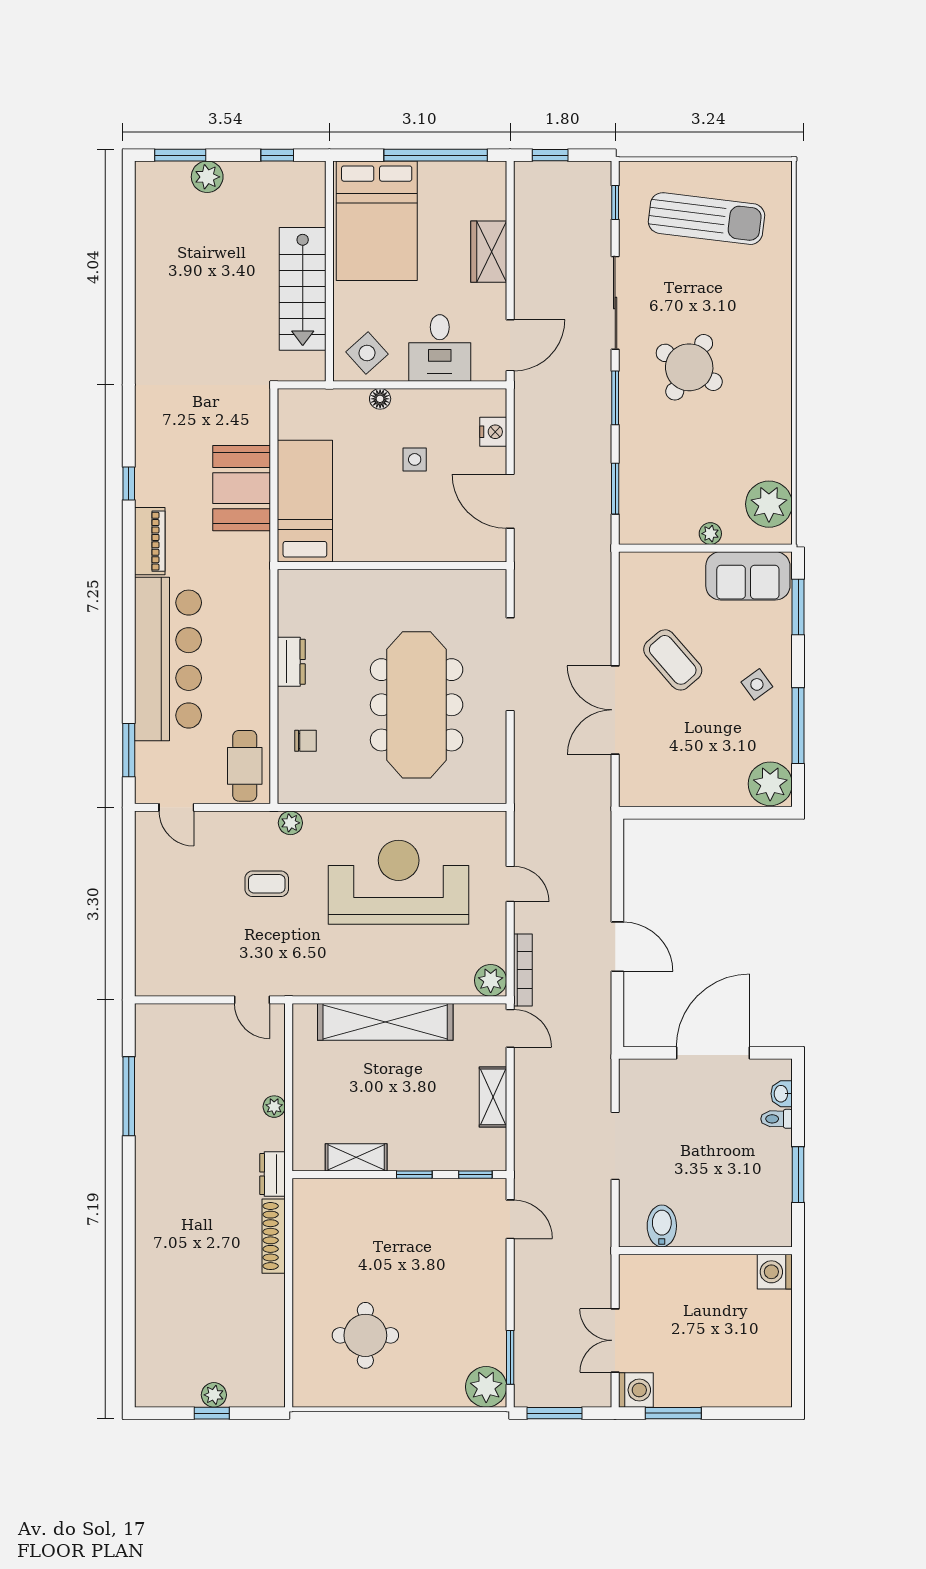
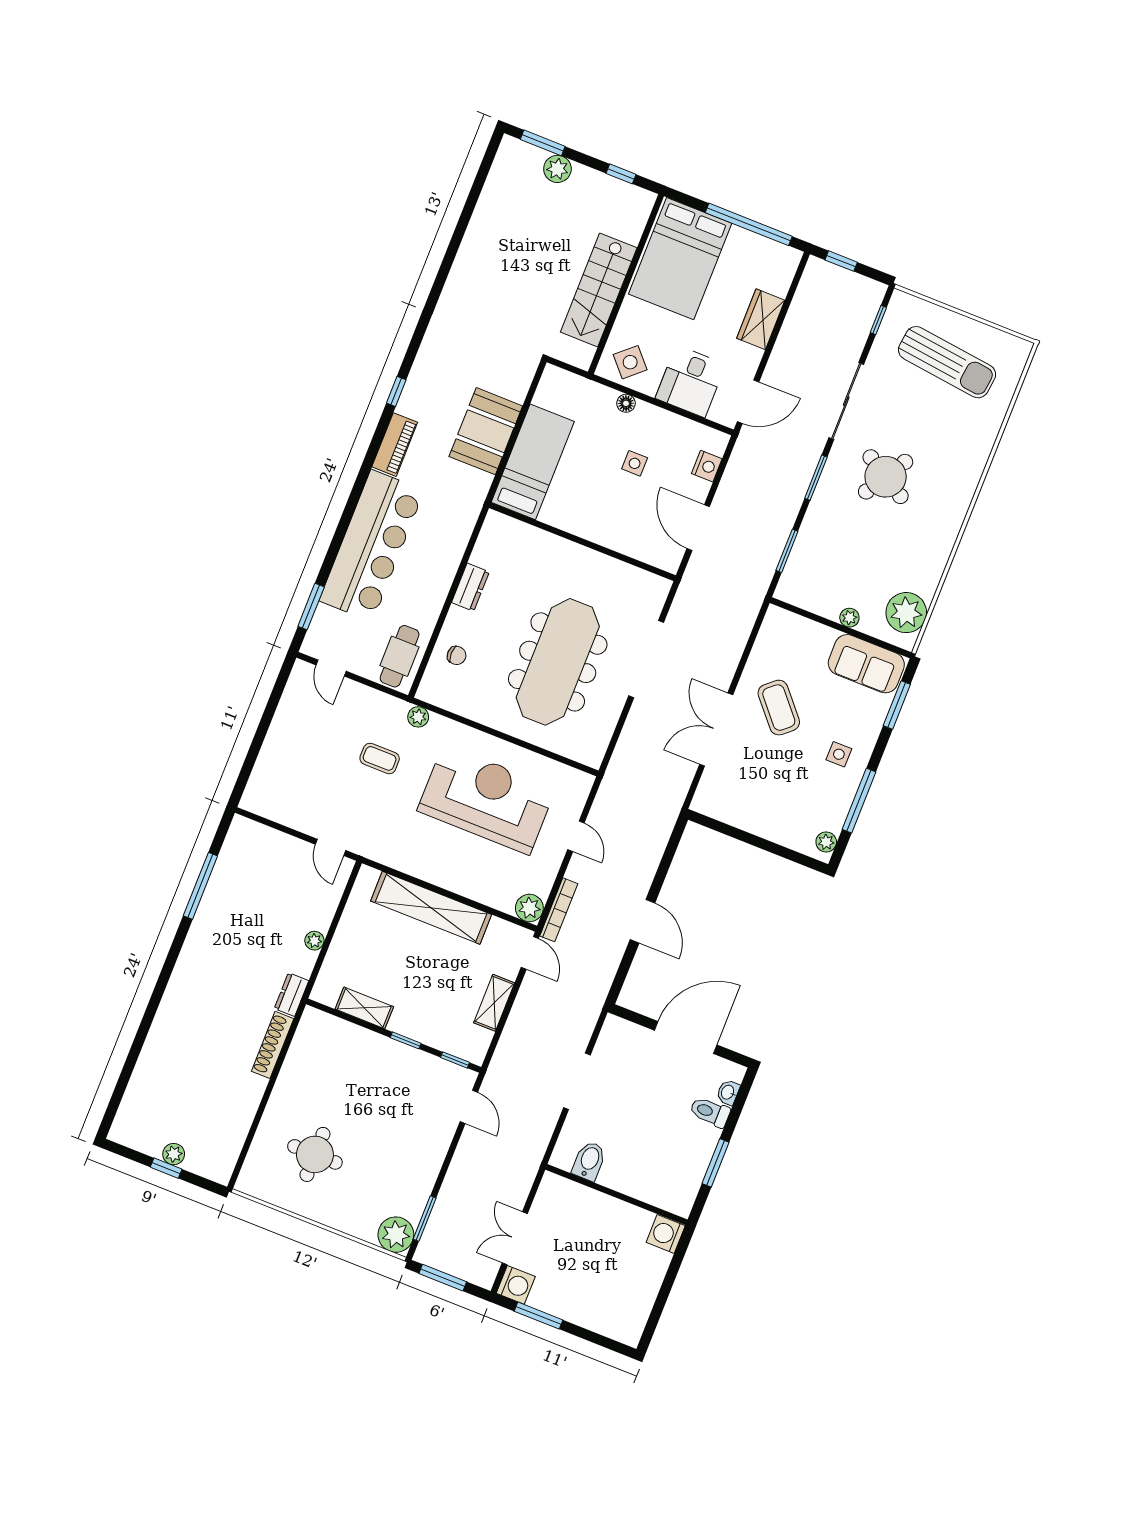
side table: (757, 684) -> (839, 754), turned 36
plant: (770, 784) -> (826, 842), width x0.53, depth x0.53
toilet: (777, 1119) -> (710, 1112), width x1.37, depth x1.39

